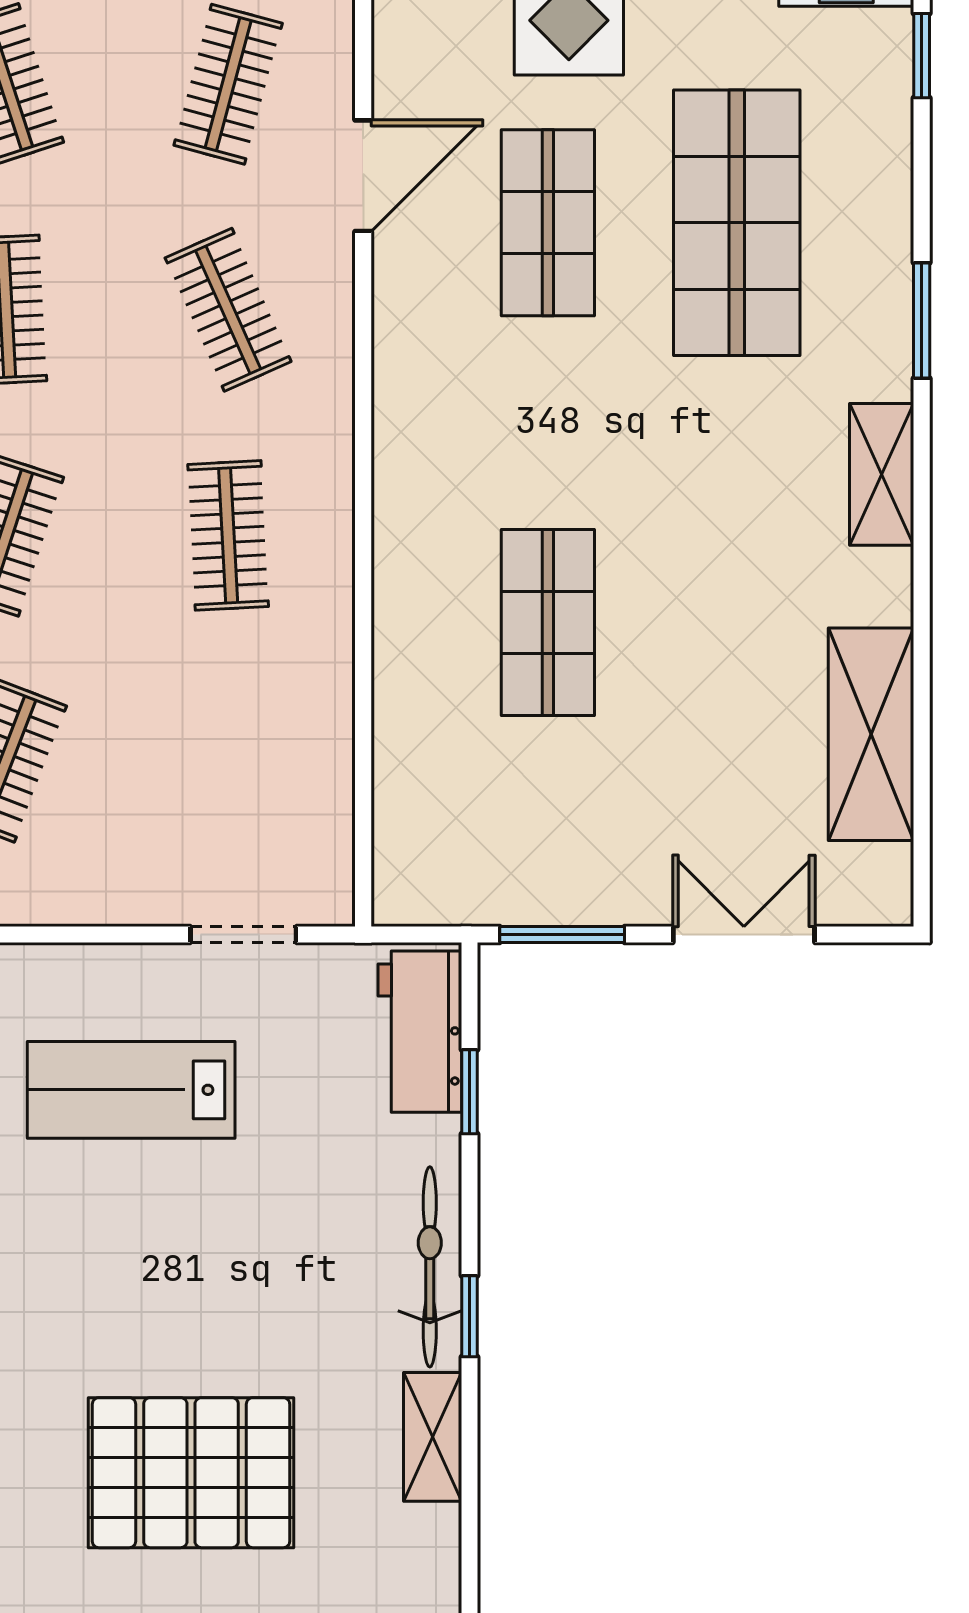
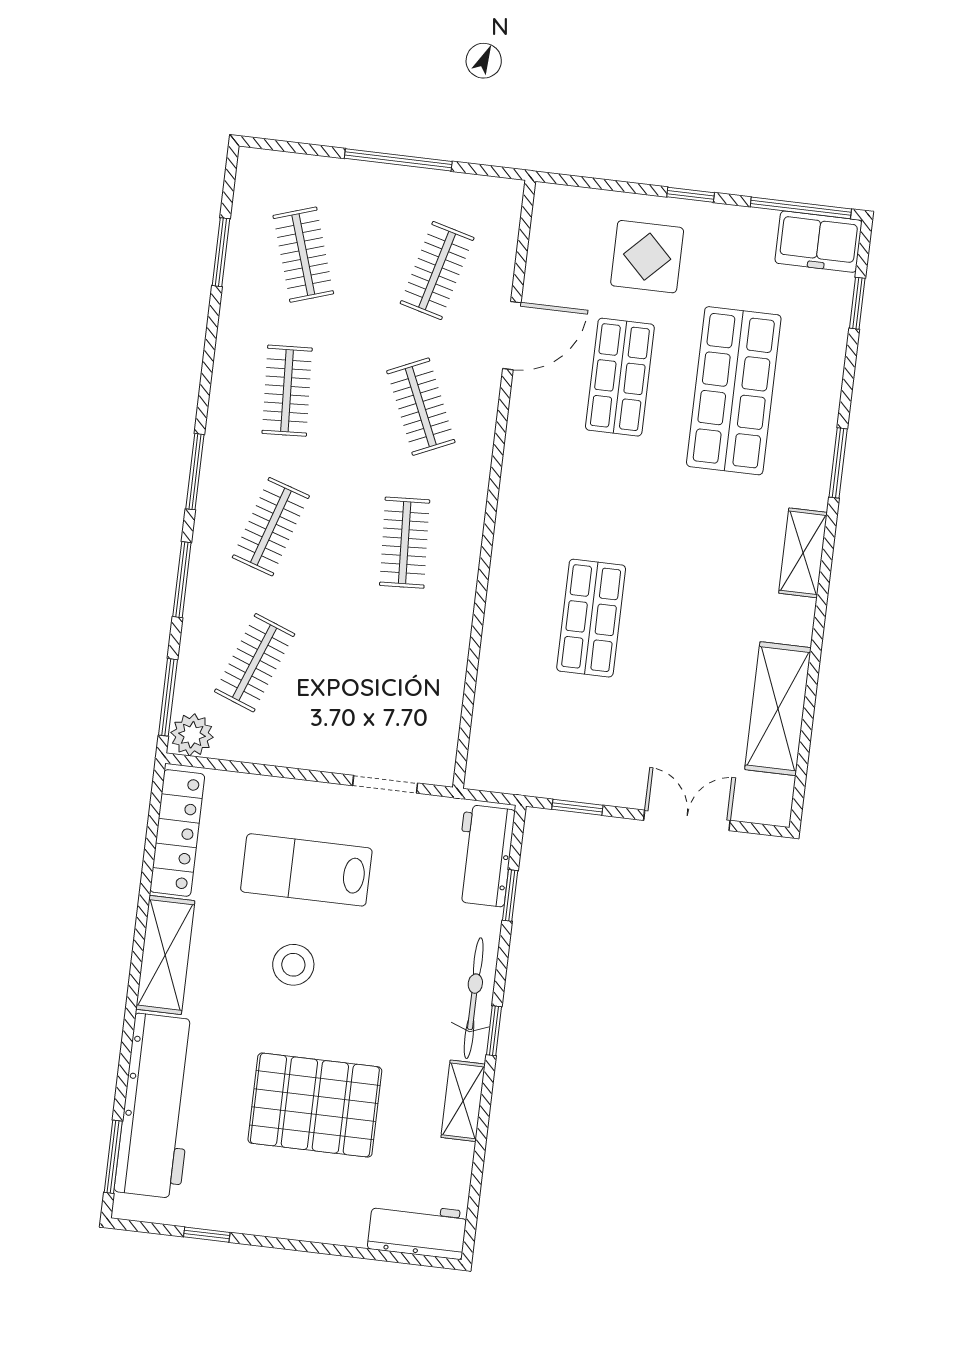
window: (562, 935) -> (577, 807), width x0.67
stool: (128, 1247) -> (293, 965), added

